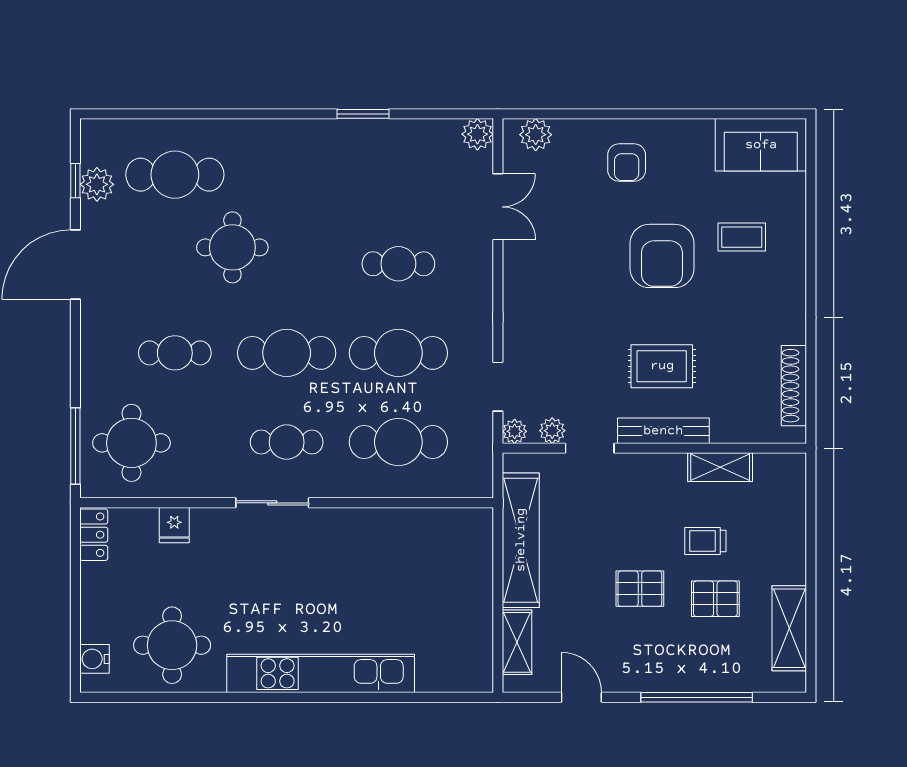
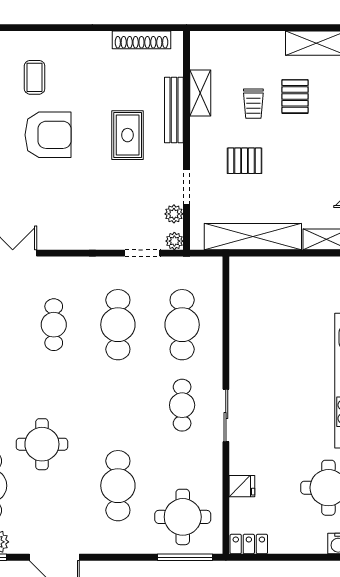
cafe table: (175, 353) -> (118, 486), width x1.37, depth x1.35
cafe table: (287, 353) -> (118, 405), removed
bench: (663, 431) -> (174, 110), moved
pallet: (640, 589) -> (245, 161), moved, turned 90

